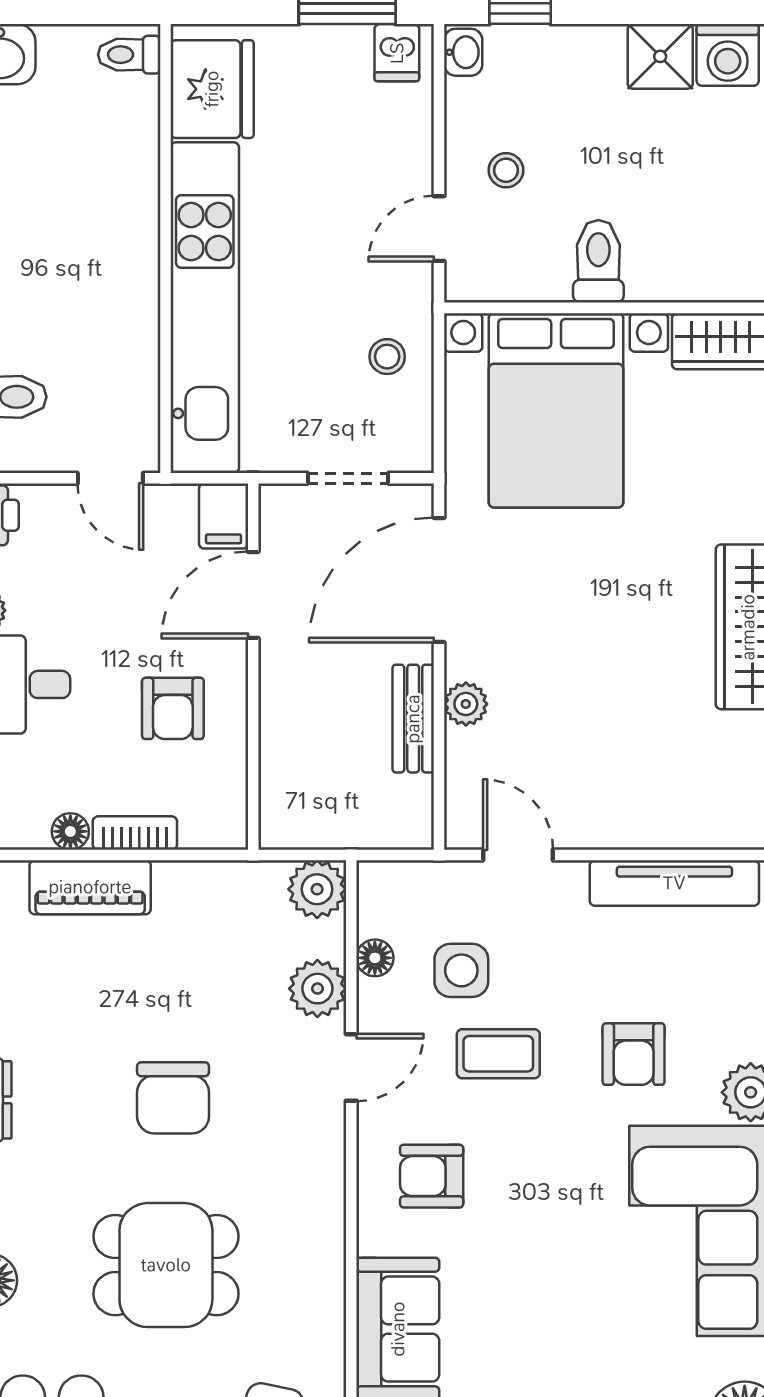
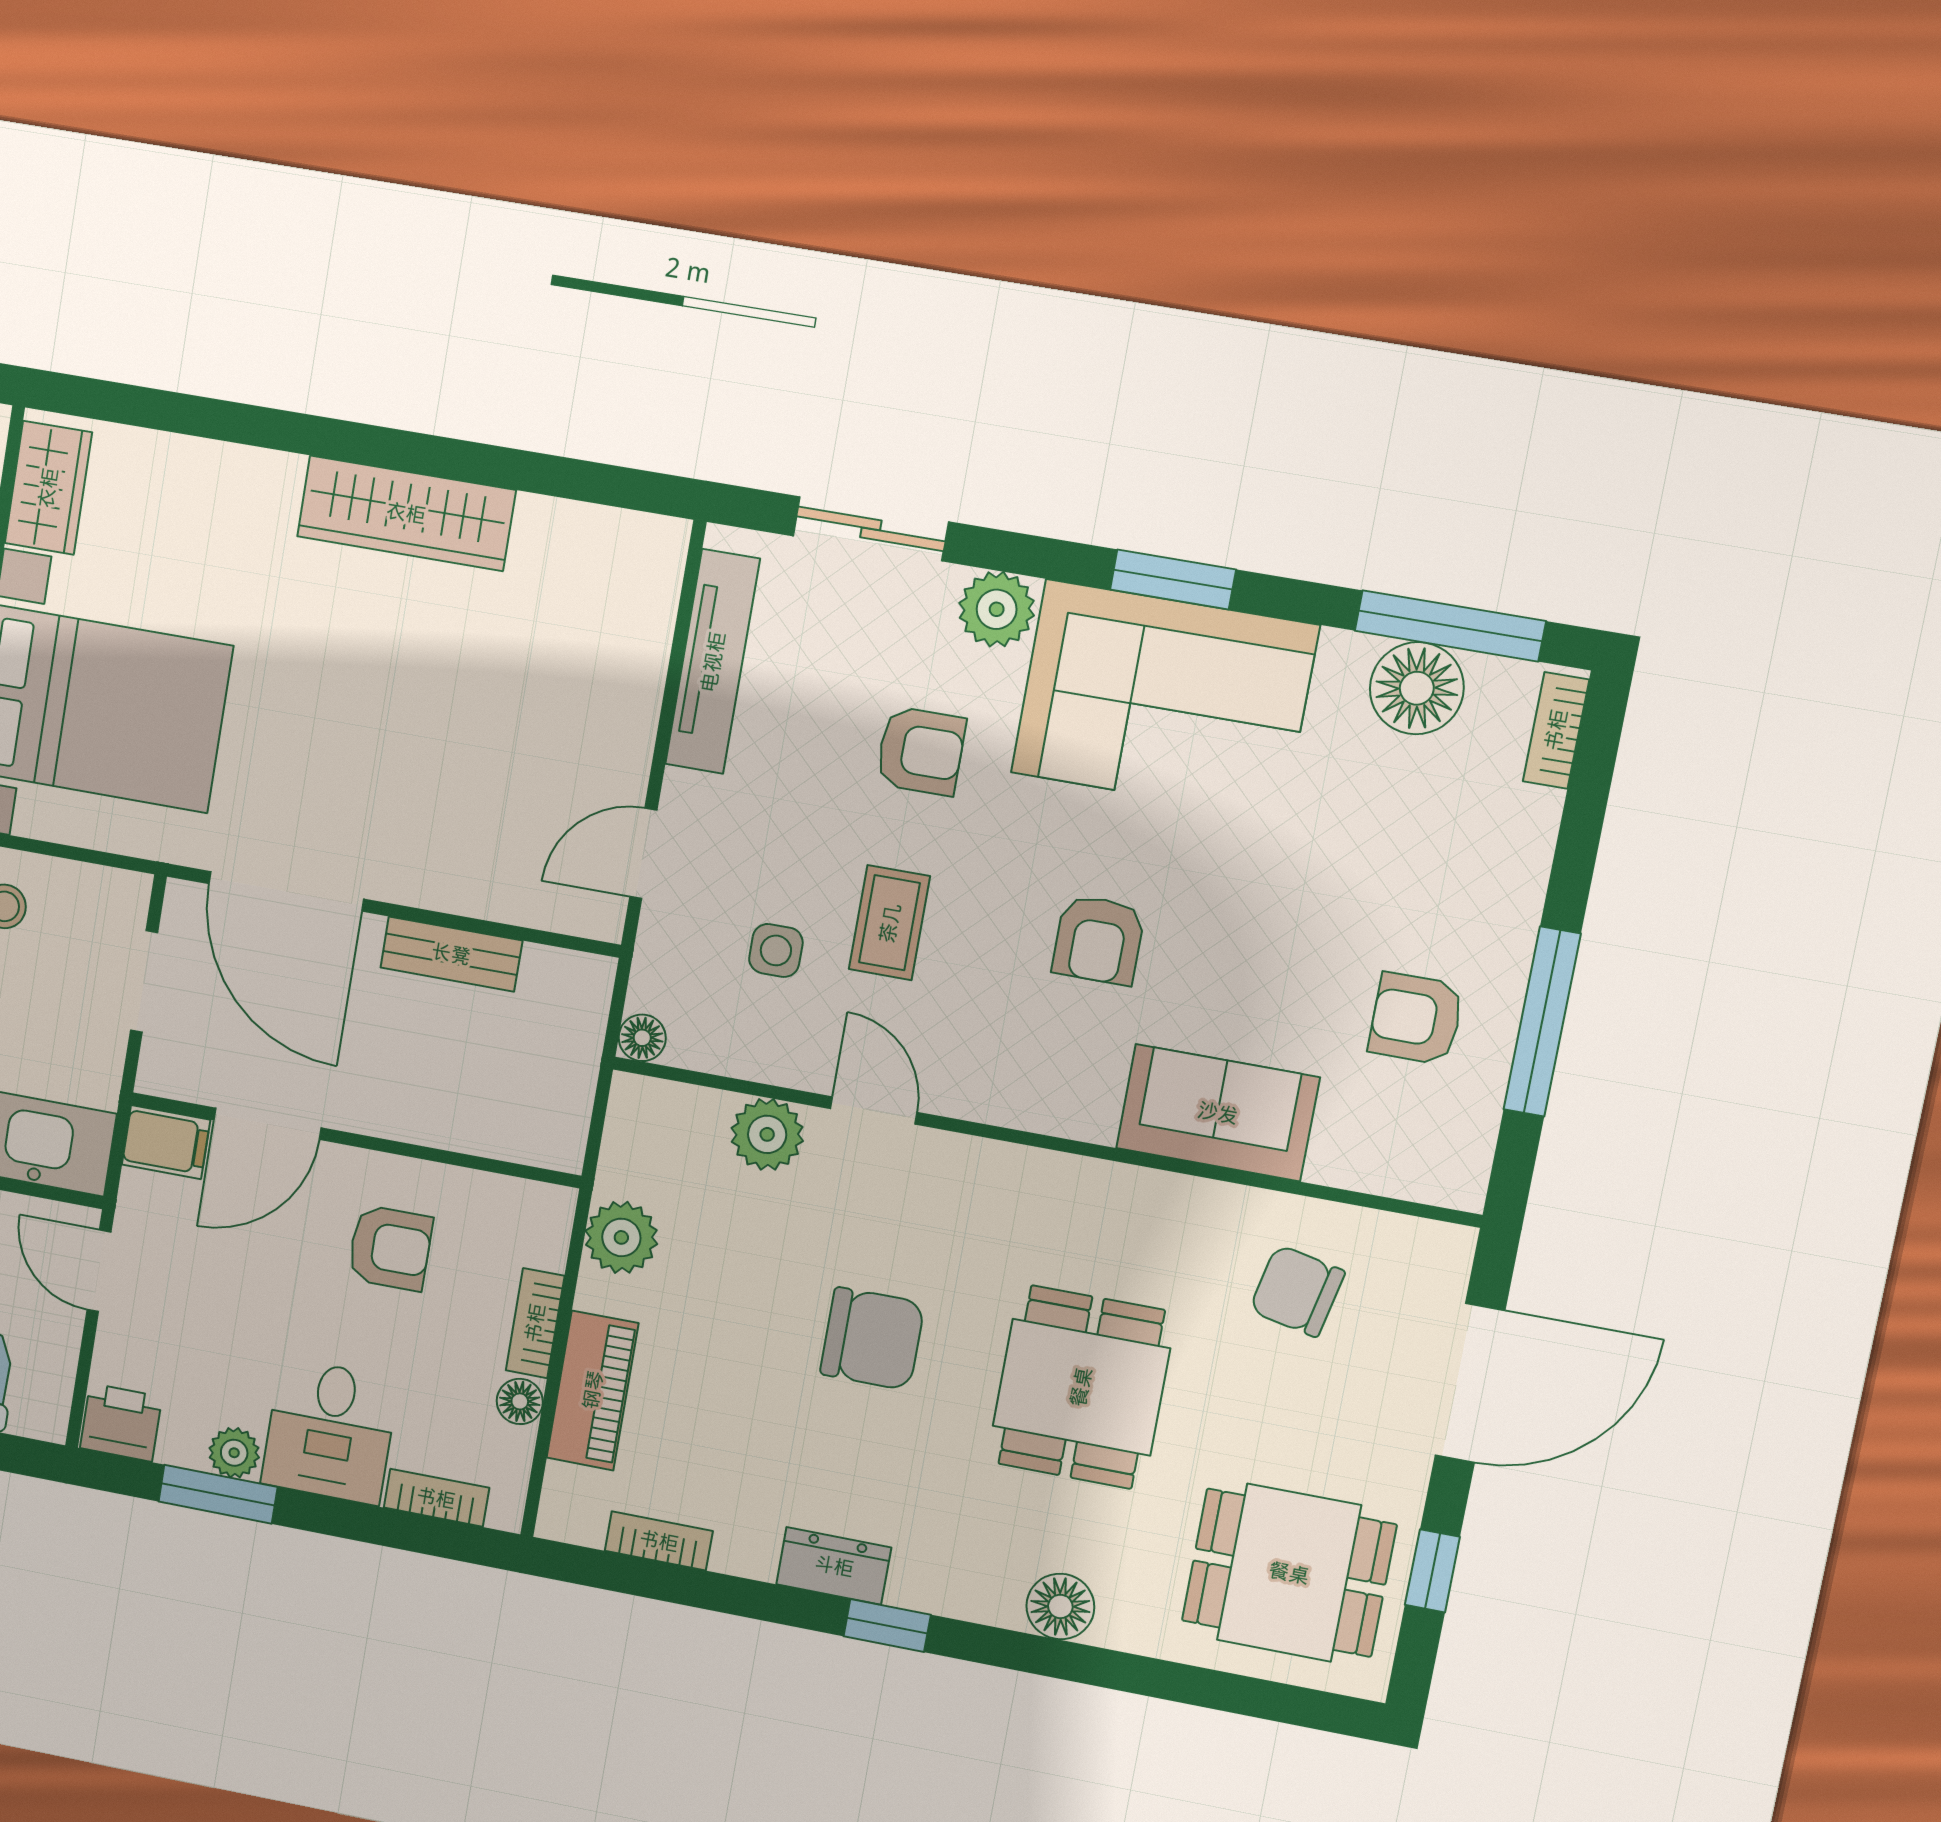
door: (110, 478) -> (99, 1271), swing flipped
door: (253, 595) -> (267, 1124), hinge flipped
plant: (466, 704) -> (444, 885), removed
plant: (317, 889) -> (621, 1237), moved
floor lamp: (375, 958) -> (642, 1038), moved
side table: (461, 970) -> (776, 950), width x0.73, depth x0.73
armchair: (432, 1176) -> (1099, 940), moved

